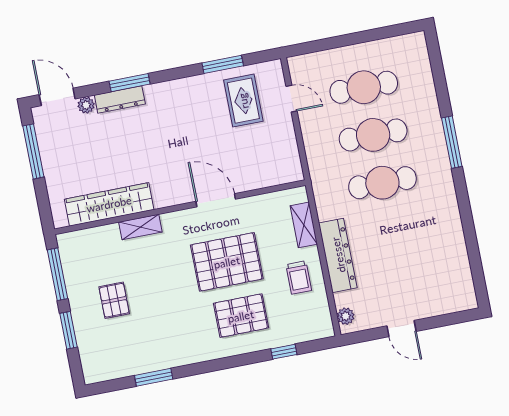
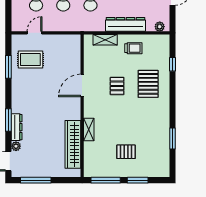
pallet: (227, 262) -> (117, 86), width x0.49, depth x0.50

